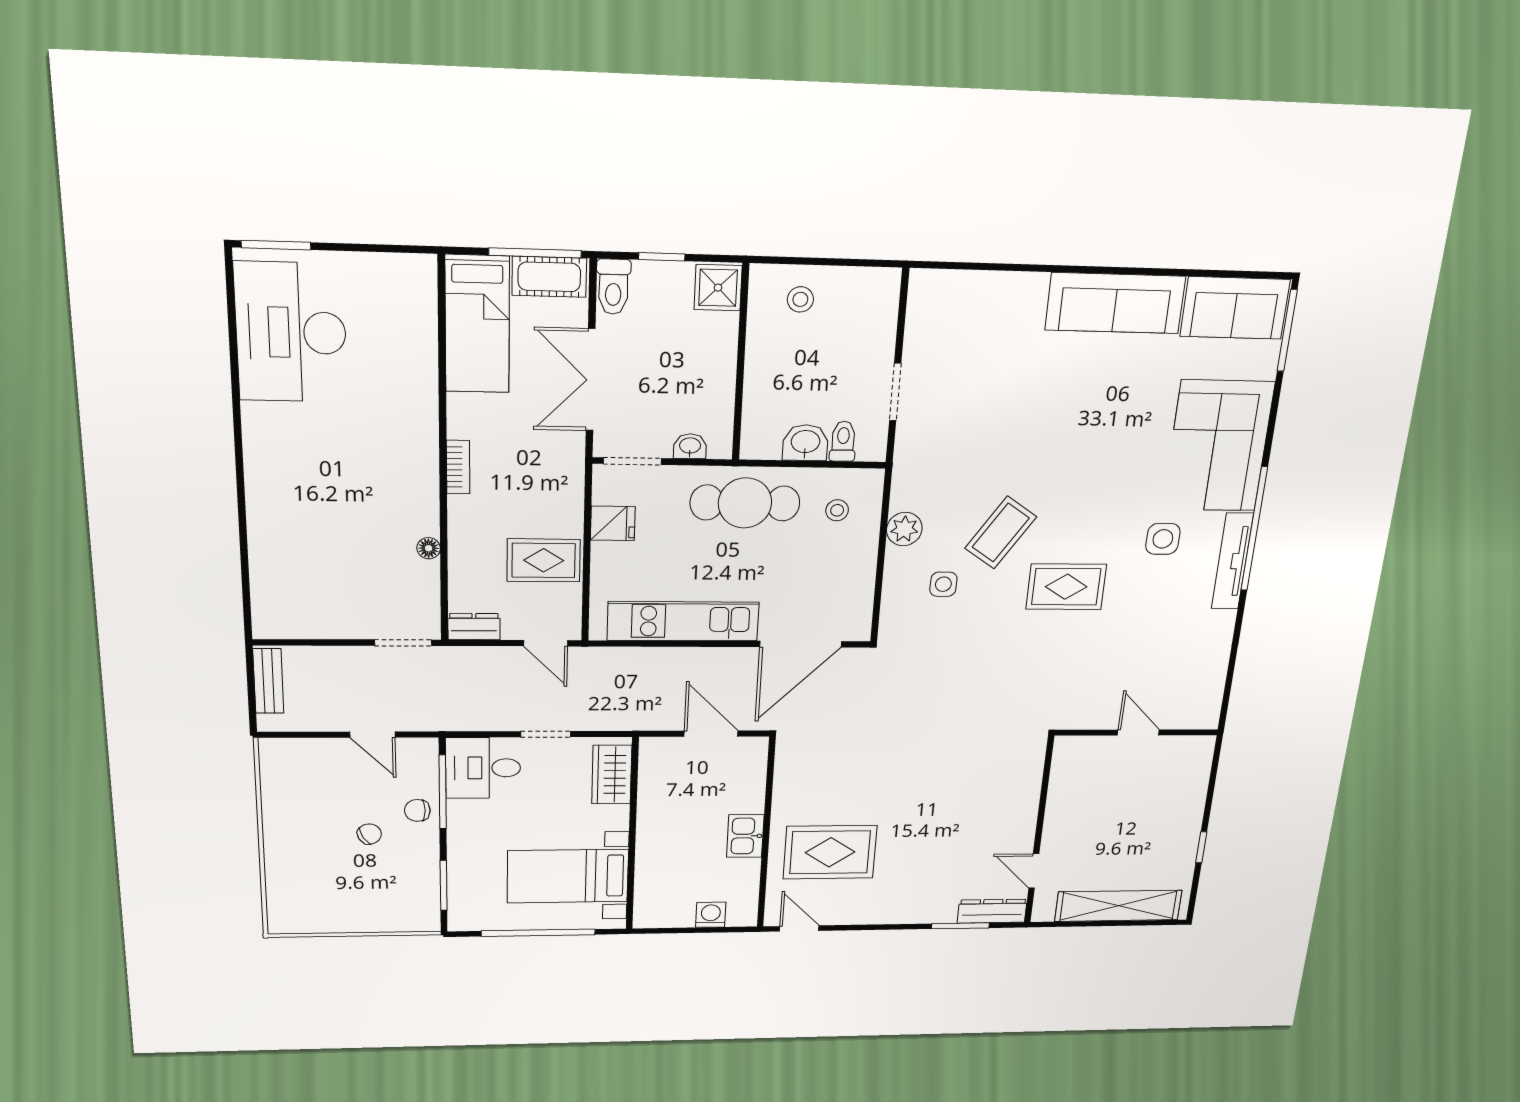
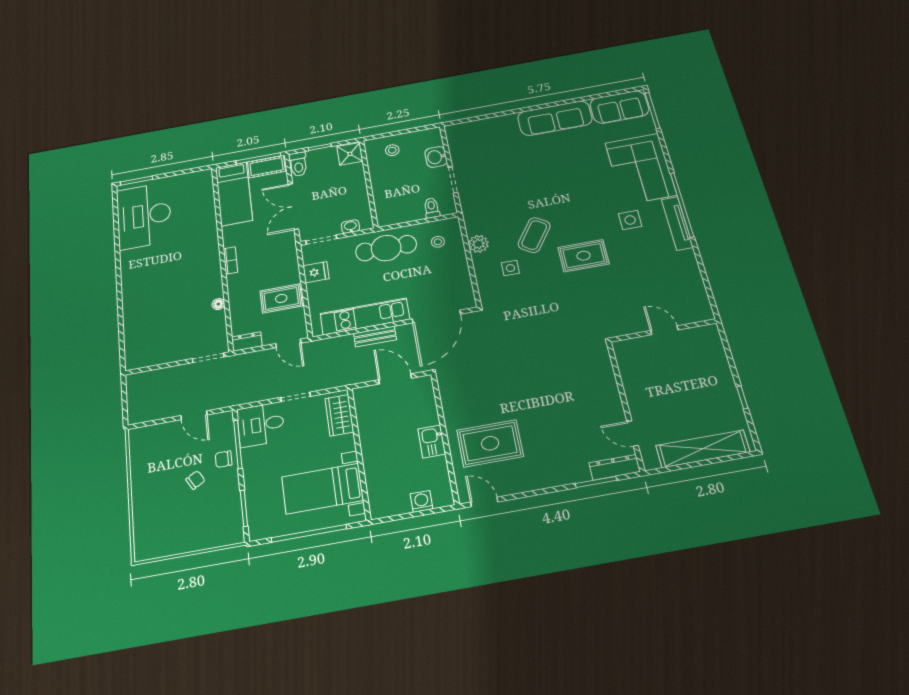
washbasin: (805, 443) -> (436, 157), moved, turned -90
bench: (268, 681) -> (375, 337), moved, turned 90

